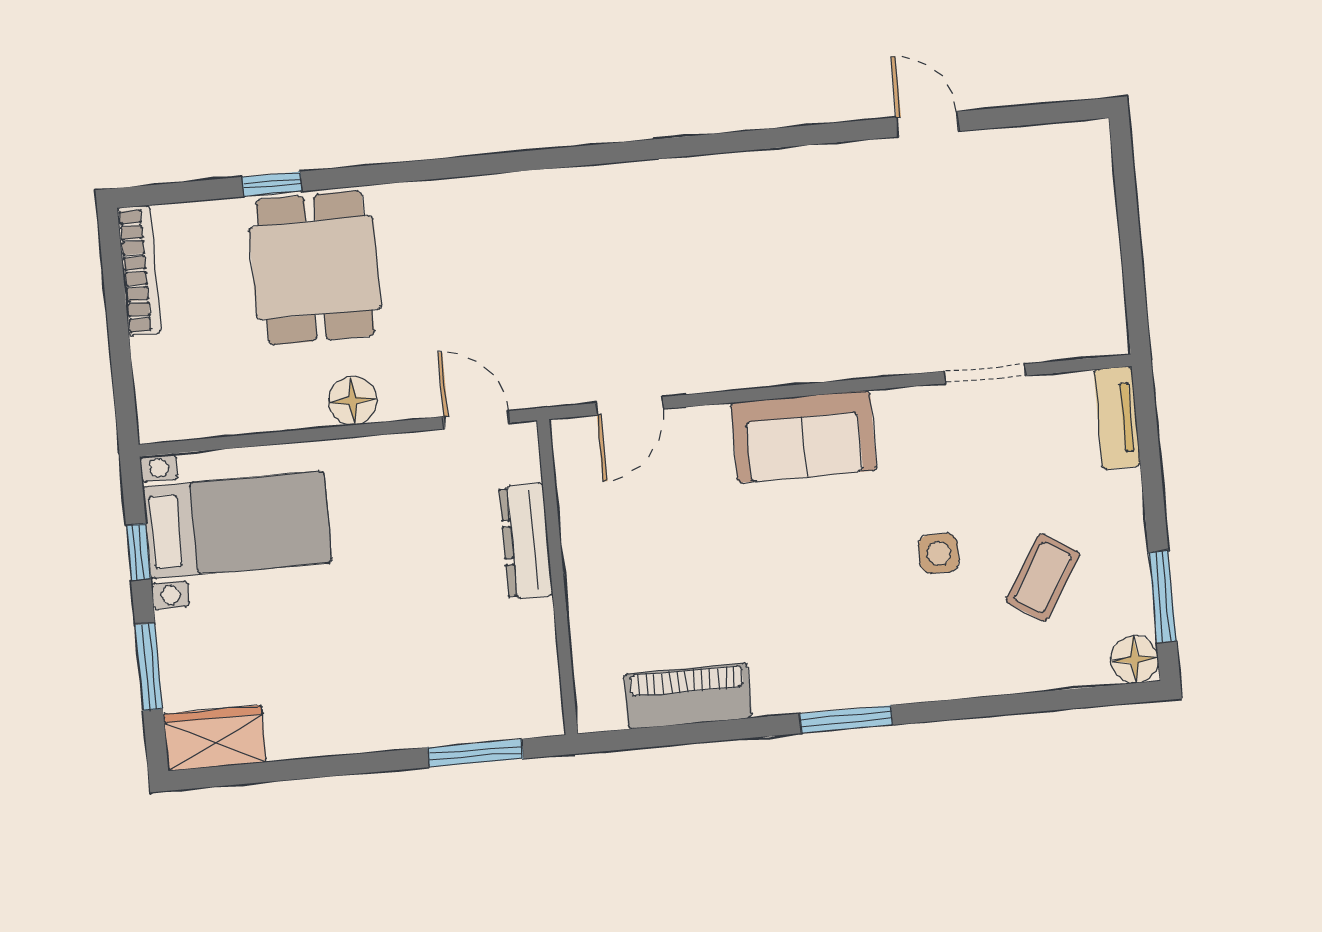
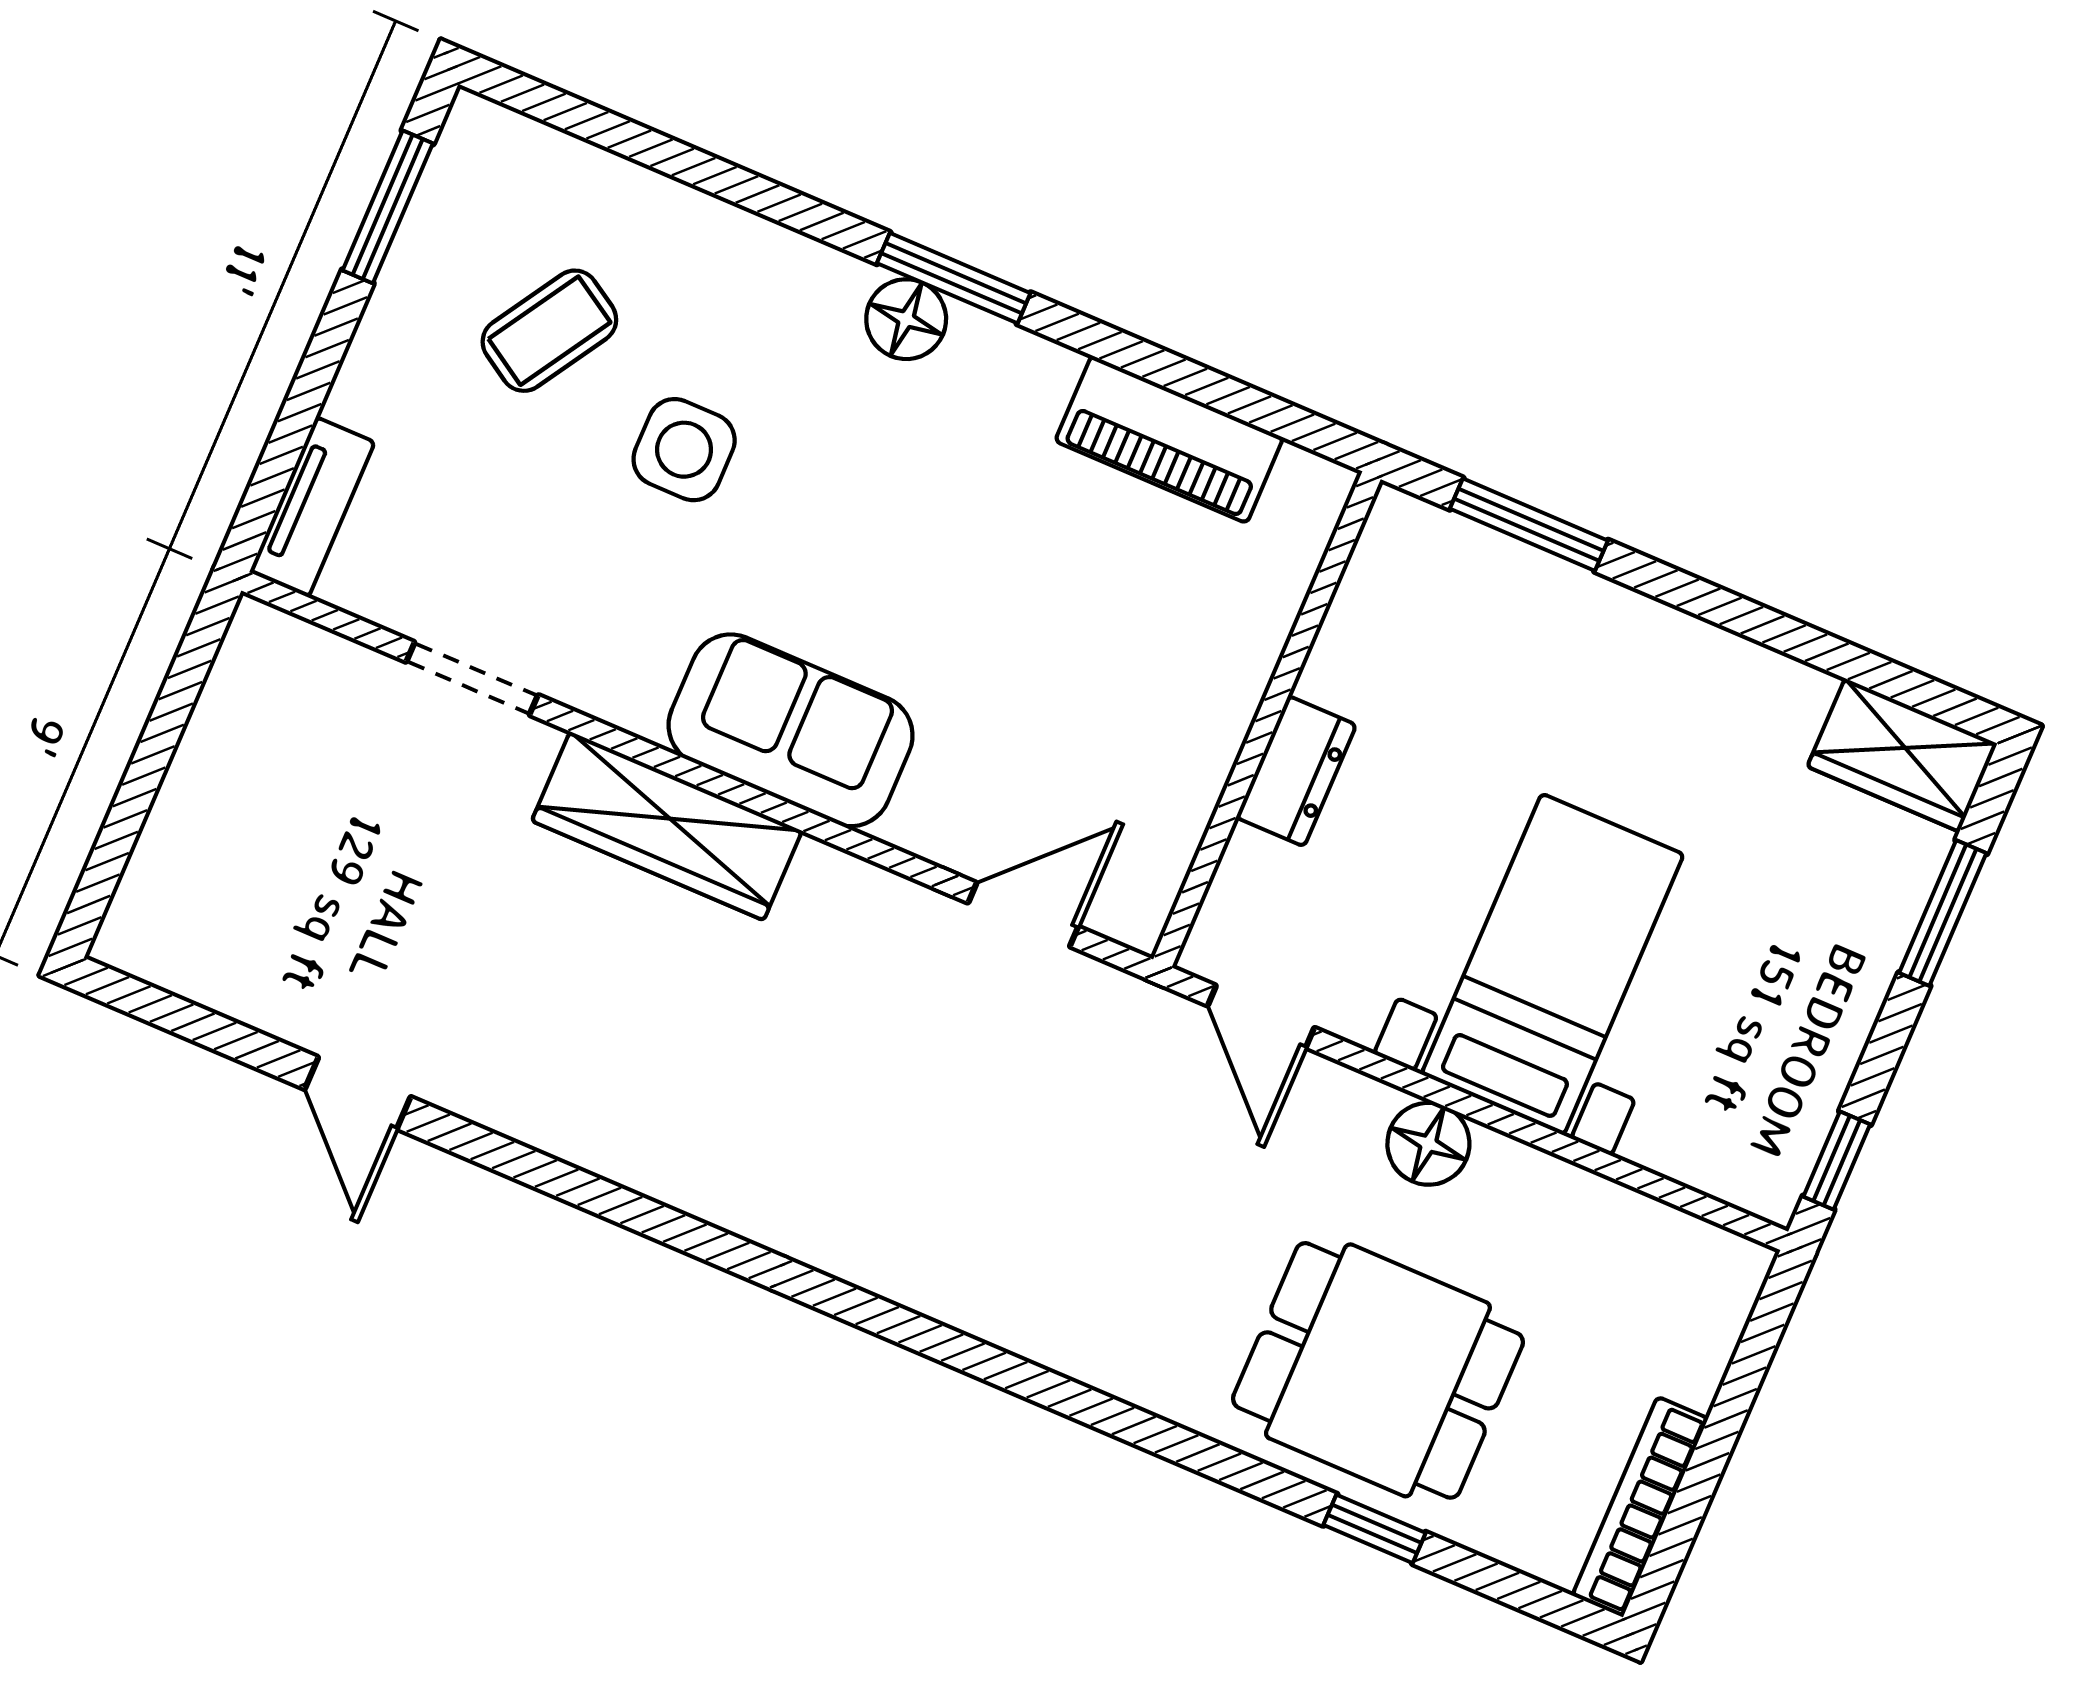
dining table: (315, 268) -> (1378, 1370), turned 90
wardrobe: (841, 352) -> (667, 826), added
bed with nightstands: (237, 525) -> (1553, 964), moved, turned 90
dresser: (526, 541) -> (1296, 771), width x0.70
window: (138, 552) -> (1837, 1160), moved
side table: (939, 553) -> (684, 450), width x1.37, depth x1.37
floor lamp: (1135, 659) -> (906, 319), moved

